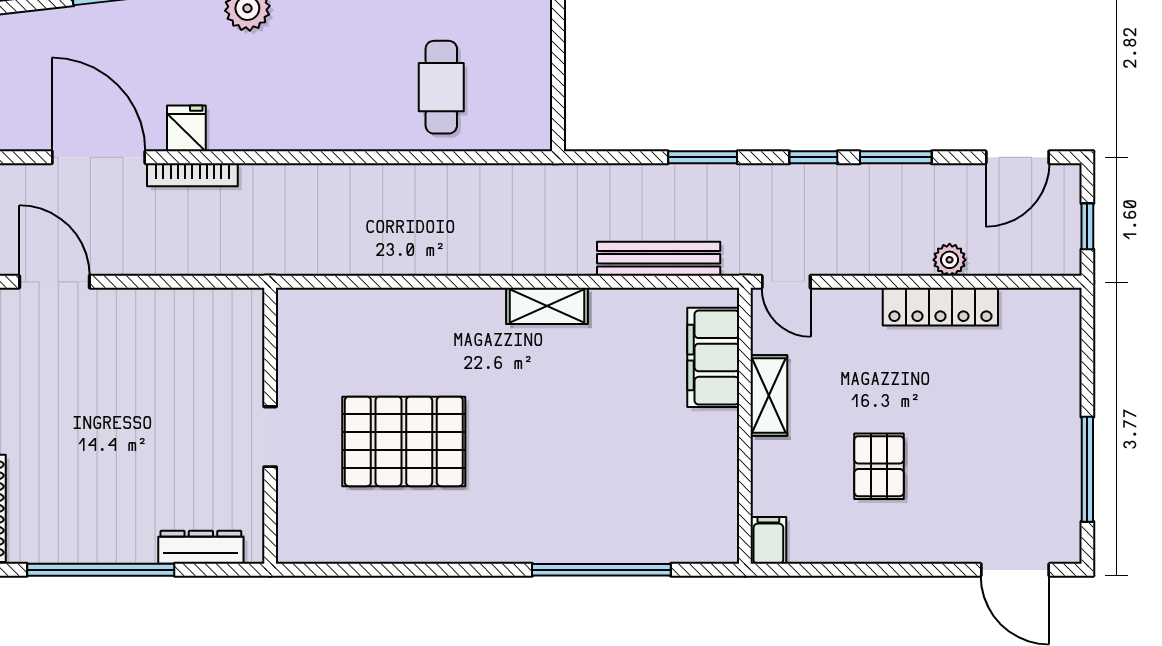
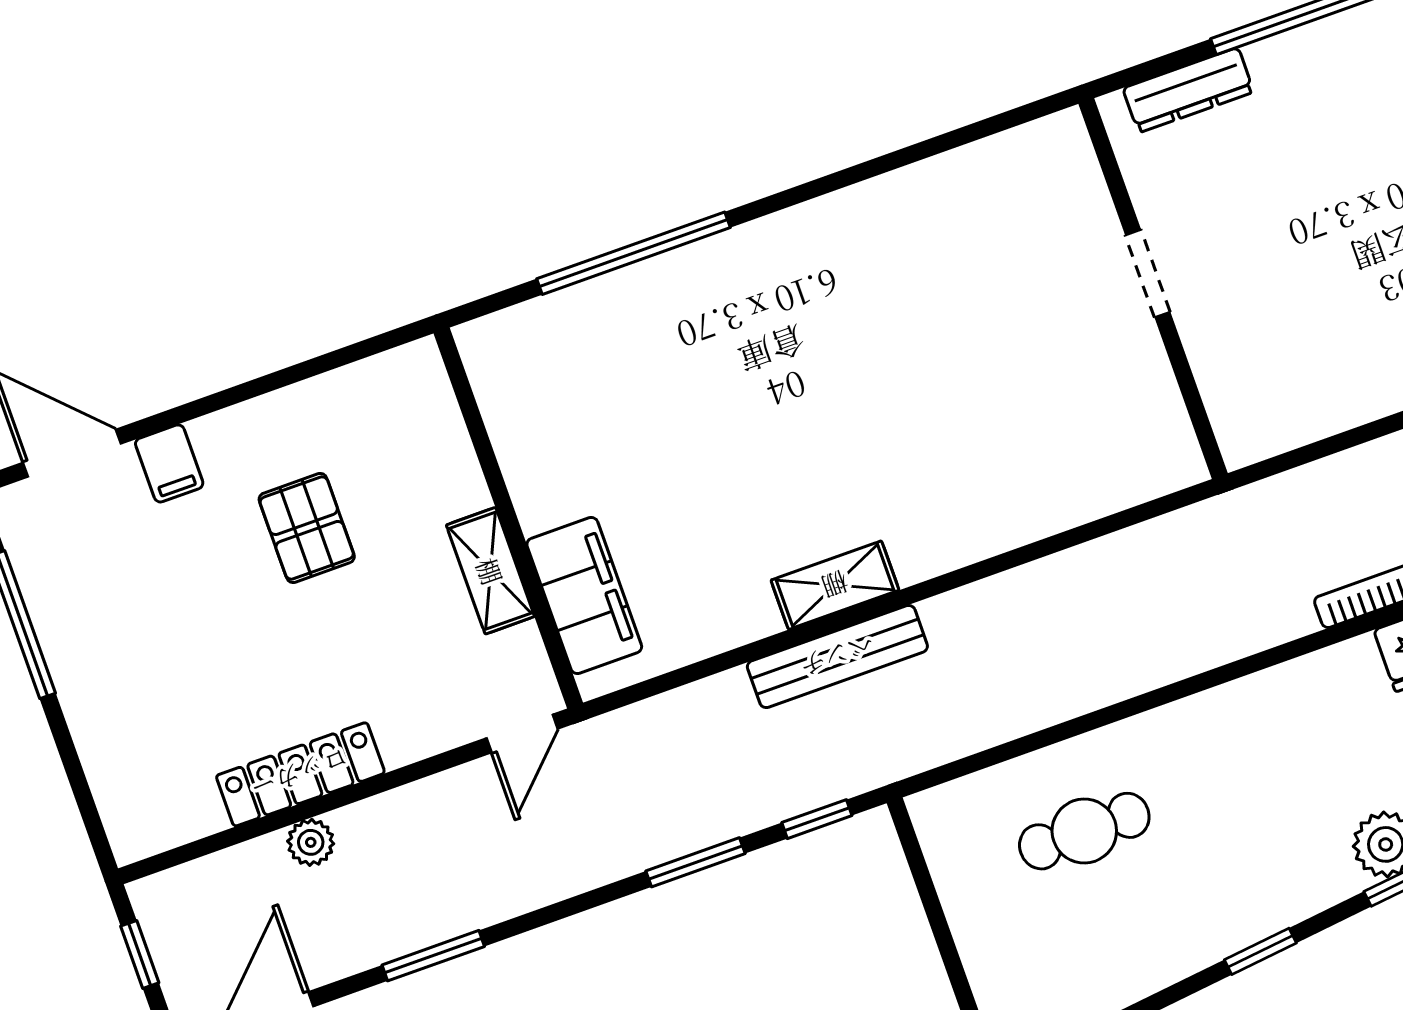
cafe table: (441, 87) -> (1084, 831), turned 90
window: (813, 157) -> (817, 819), moved
bench: (659, 259) -> (837, 656), moved
door: (786, 282) -> (522, 734), swing flipped
pallet: (404, 441) -> (964, 332), removed
filing cabinet: (768, 540) -> (169, 463), moved

